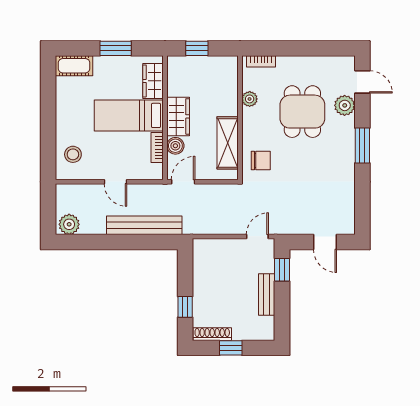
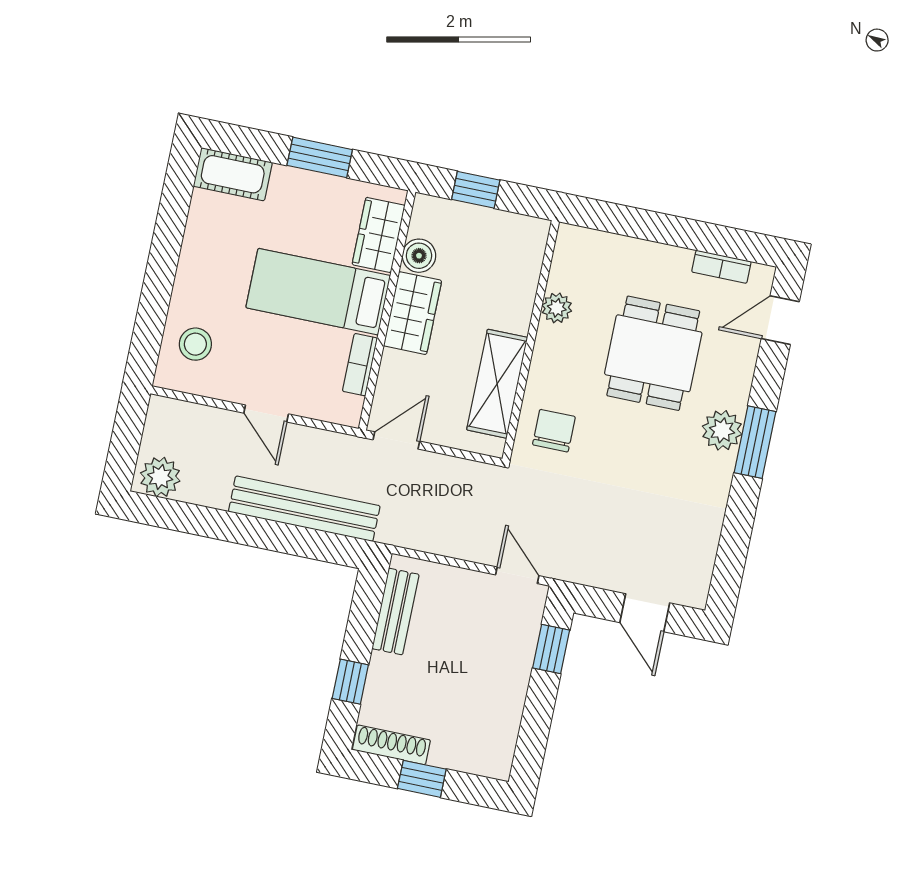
bookcase: (261, 61) -> (721, 267), moved
door: (362, 82) -> (780, 320), swing flipped
plant: (345, 105) -> (722, 430), moved
boiler: (175, 146) -> (419, 256), moved
chair: (261, 161) -> (554, 431), turned -90
door: (257, 236) -> (517, 575), hinge flipped
bench: (267, 295) -> (396, 612), moved

